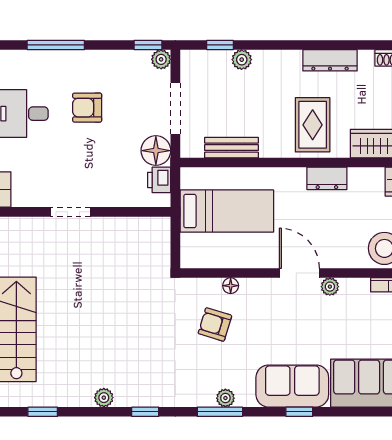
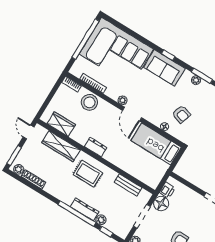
window: (289, 45) -> (77, 214), added
dresser: (330, 60) -> (85, 209), moved
rug: (313, 125) -> (88, 174), turned 90
bed: (227, 211) -> (156, 144), moved

